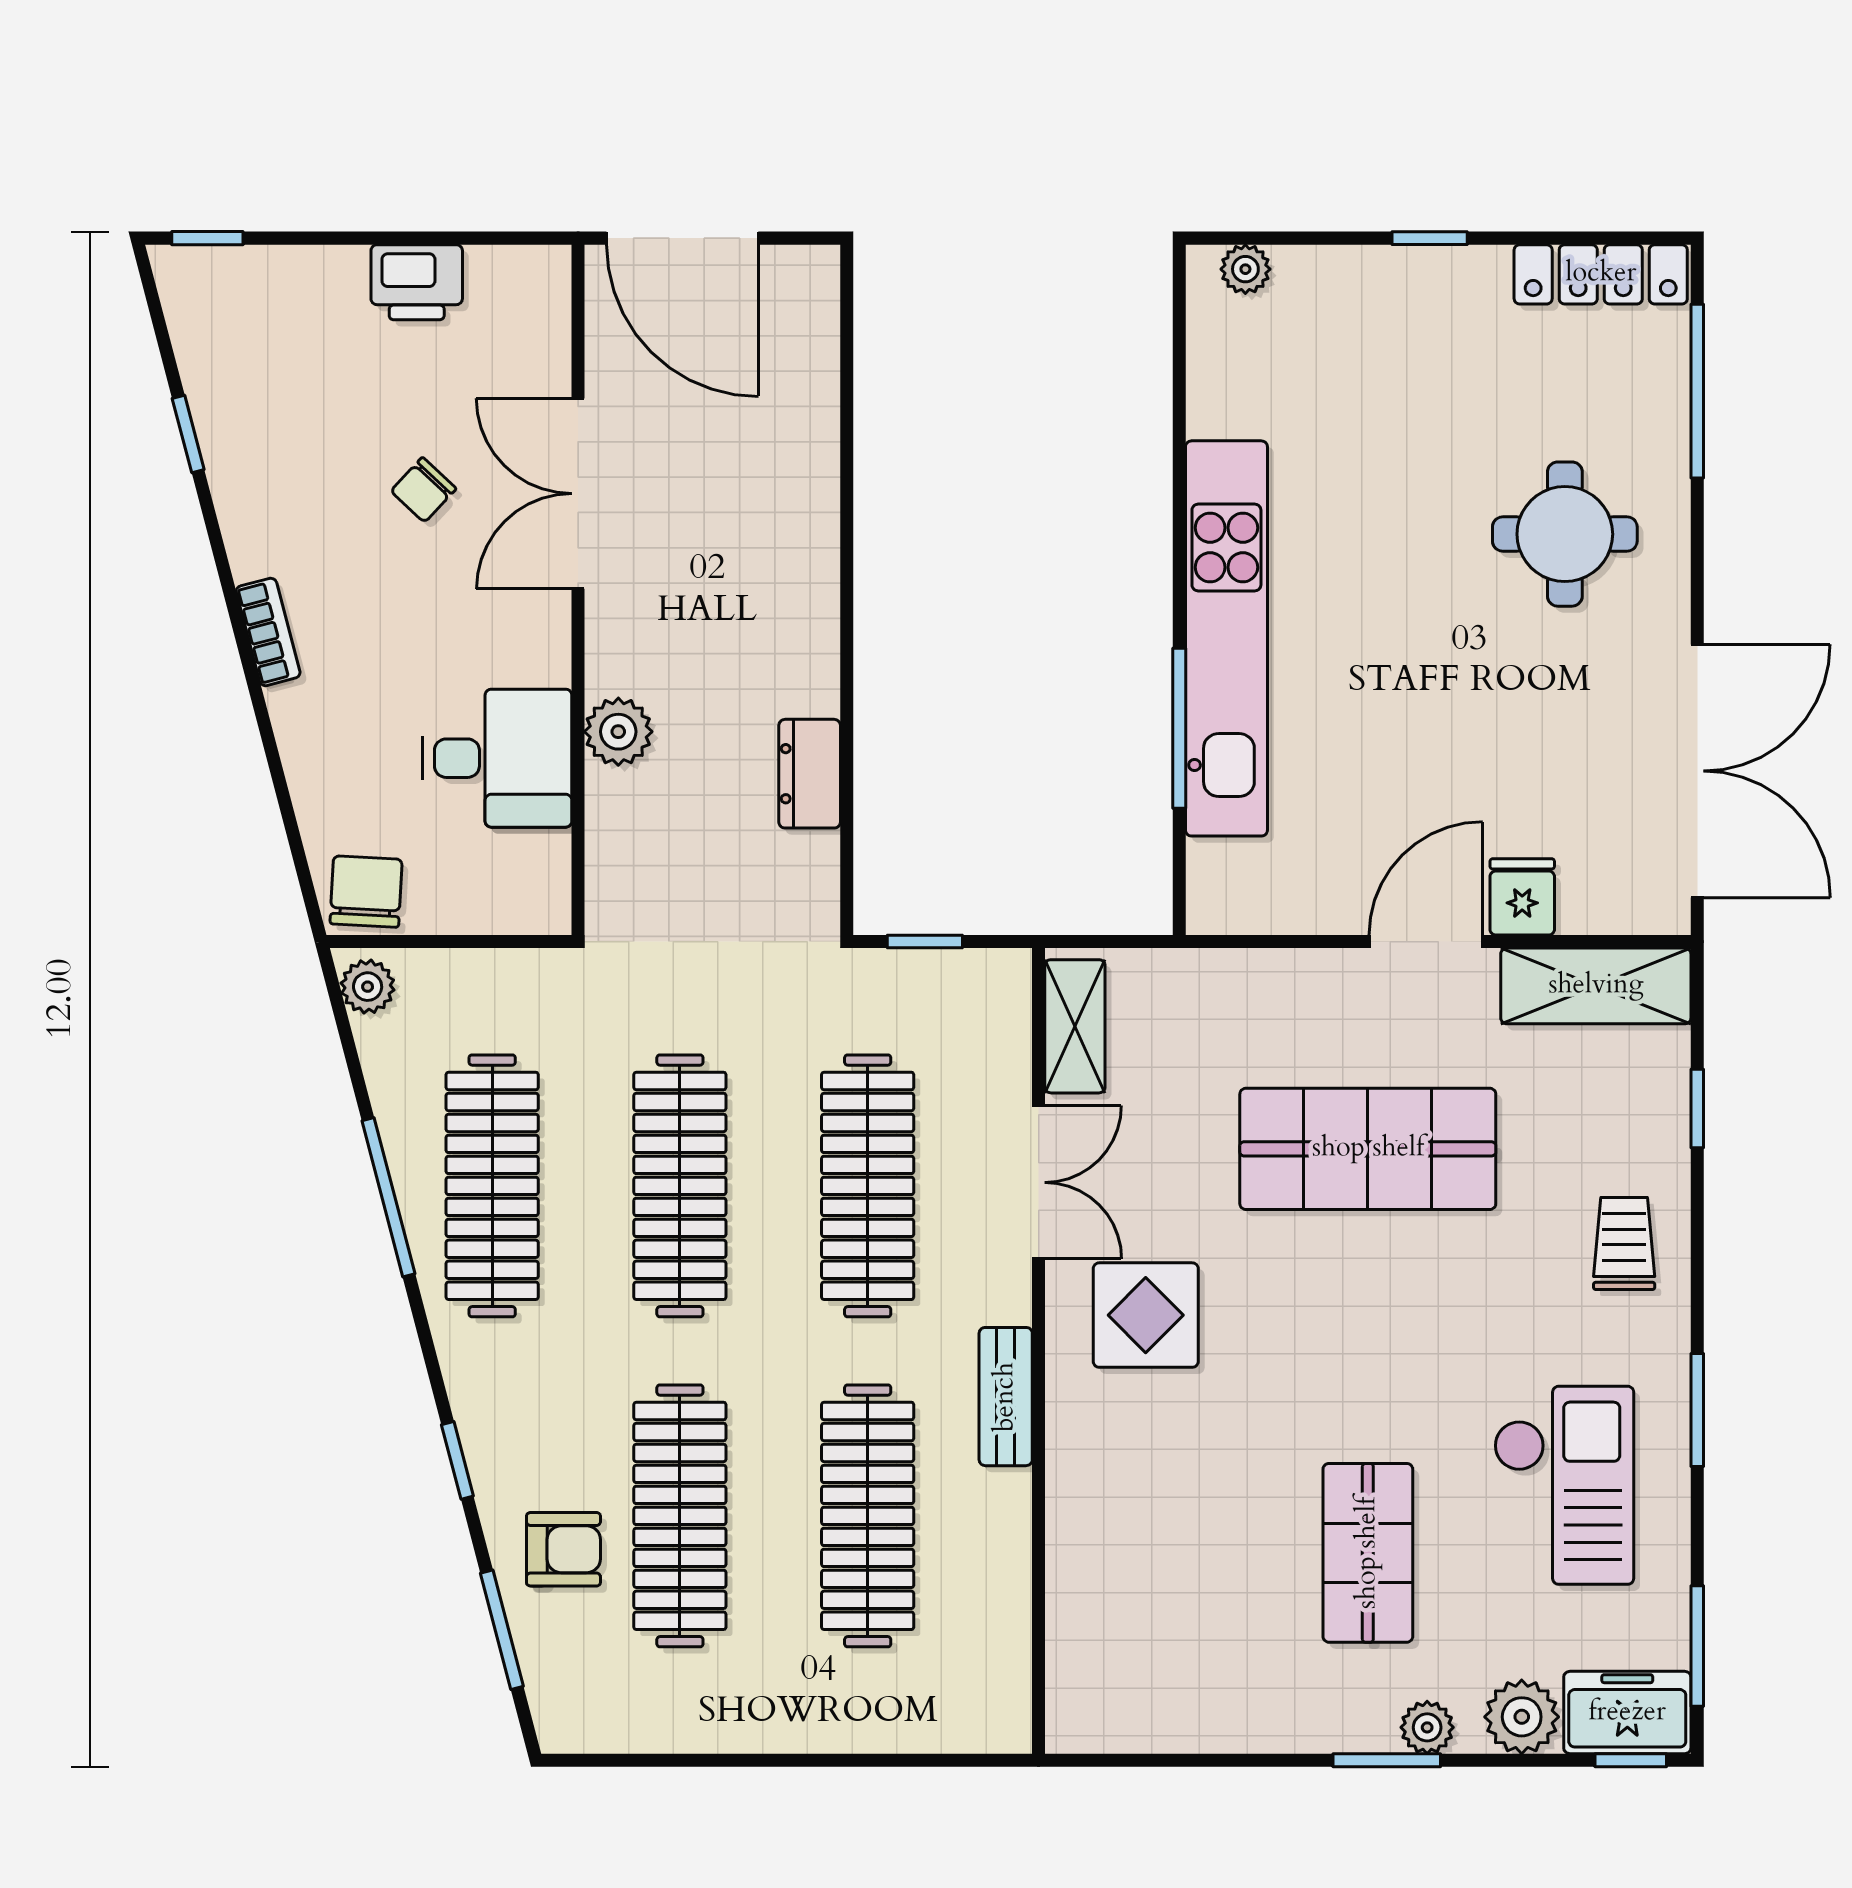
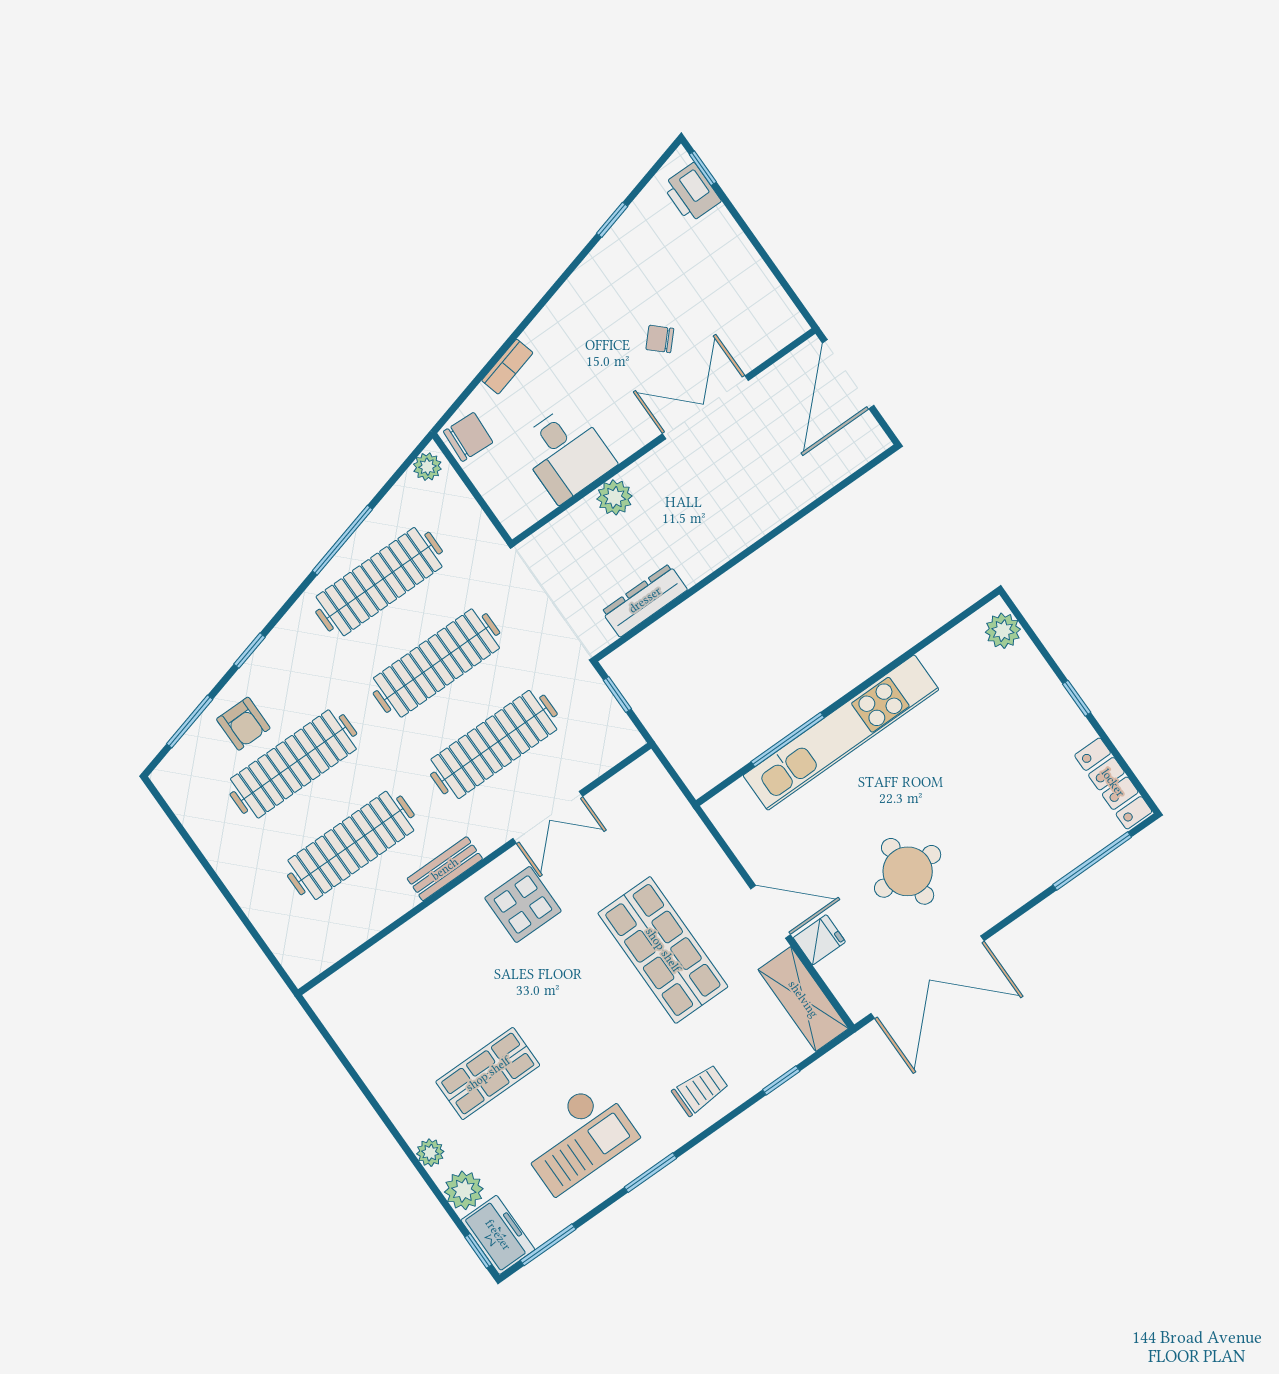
plant: (1245, 269) -> (1003, 631), width x1.38, depth x1.38
printer: (417, 282) -> (692, 193), moved
round table: (1565, 534) -> (908, 871), moved
bookcase: (268, 632) -> (507, 367), moved
dresser: (810, 774) -> (645, 600), width x1.44
shelving: (1075, 1026) -> (626, 785), removed
window: (1387, 1760) -> (404, 1145), removed

